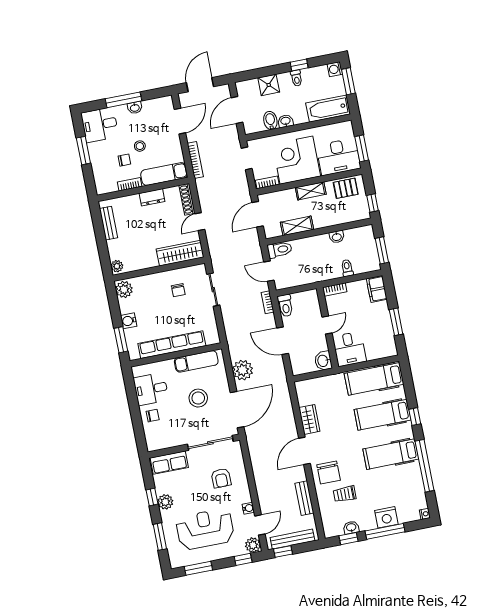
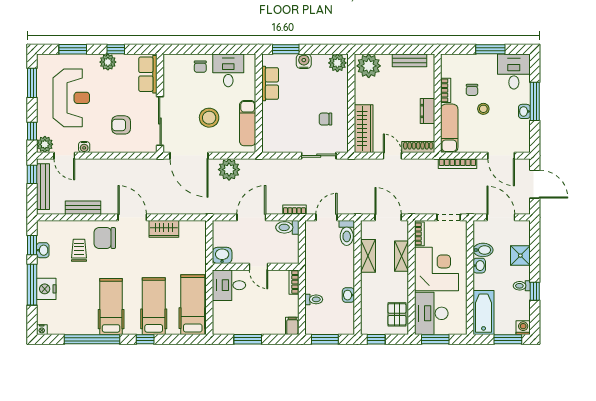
shelving: (311, 191) -> (401, 256), moved
plant: (117, 266) -> (369, 66), width x1.87, depth x1.87
filing cabinet: (377, 289) -> (292, 326), width x0.50
row of seats: (172, 345) -> (270, 84), width x0.50

